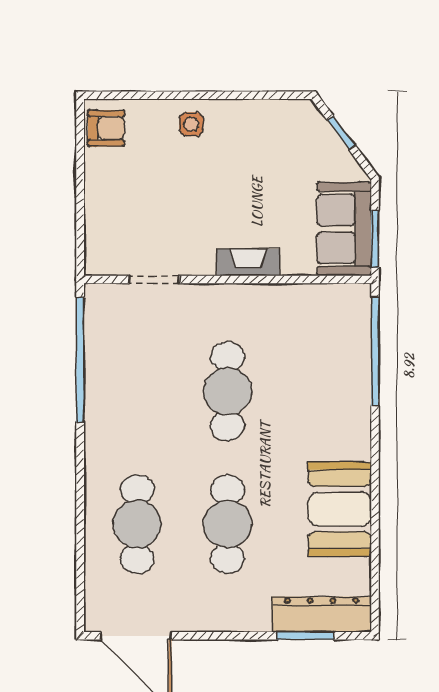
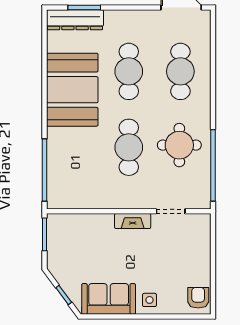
armchair: (106, 128) -> (198, 298), turned 90
sofa: (344, 229) -> (109, 299), moved, turned -90
fireplace: (248, 262) -> (133, 221), moved
round table: (139, 395) -> (179, 145), added
booth: (340, 509) -> (72, 90), width x1.36, depth x1.42

